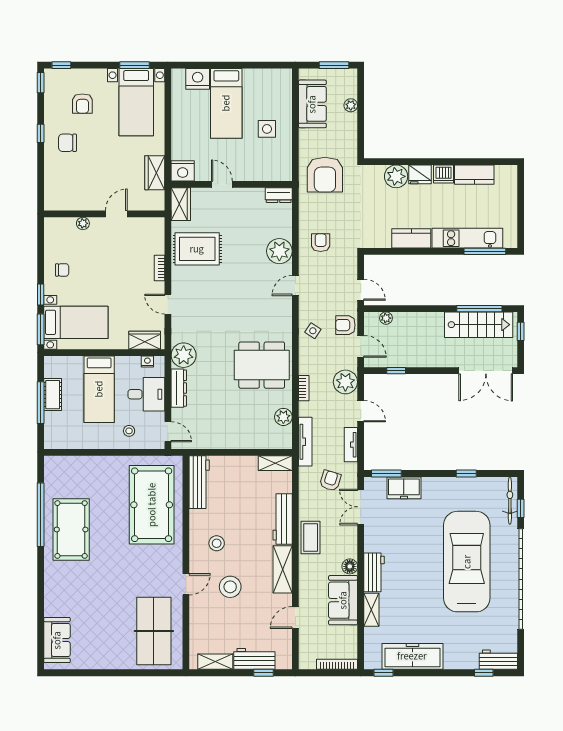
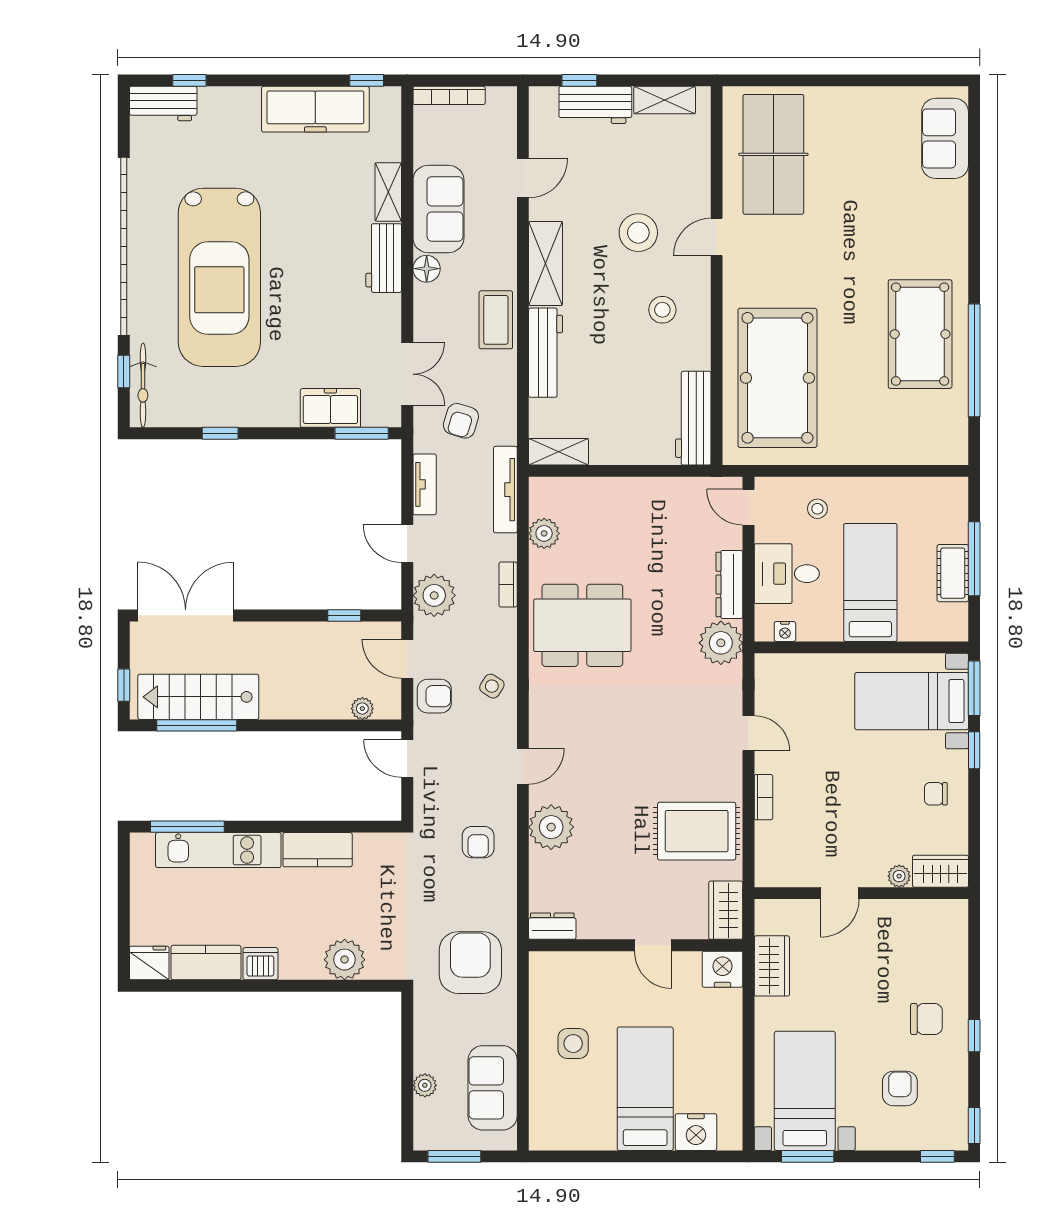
fridge: (420, 174) -> (149, 963), moved
wardrobe: (145, 340) -> (941, 871), moved, turned 180

